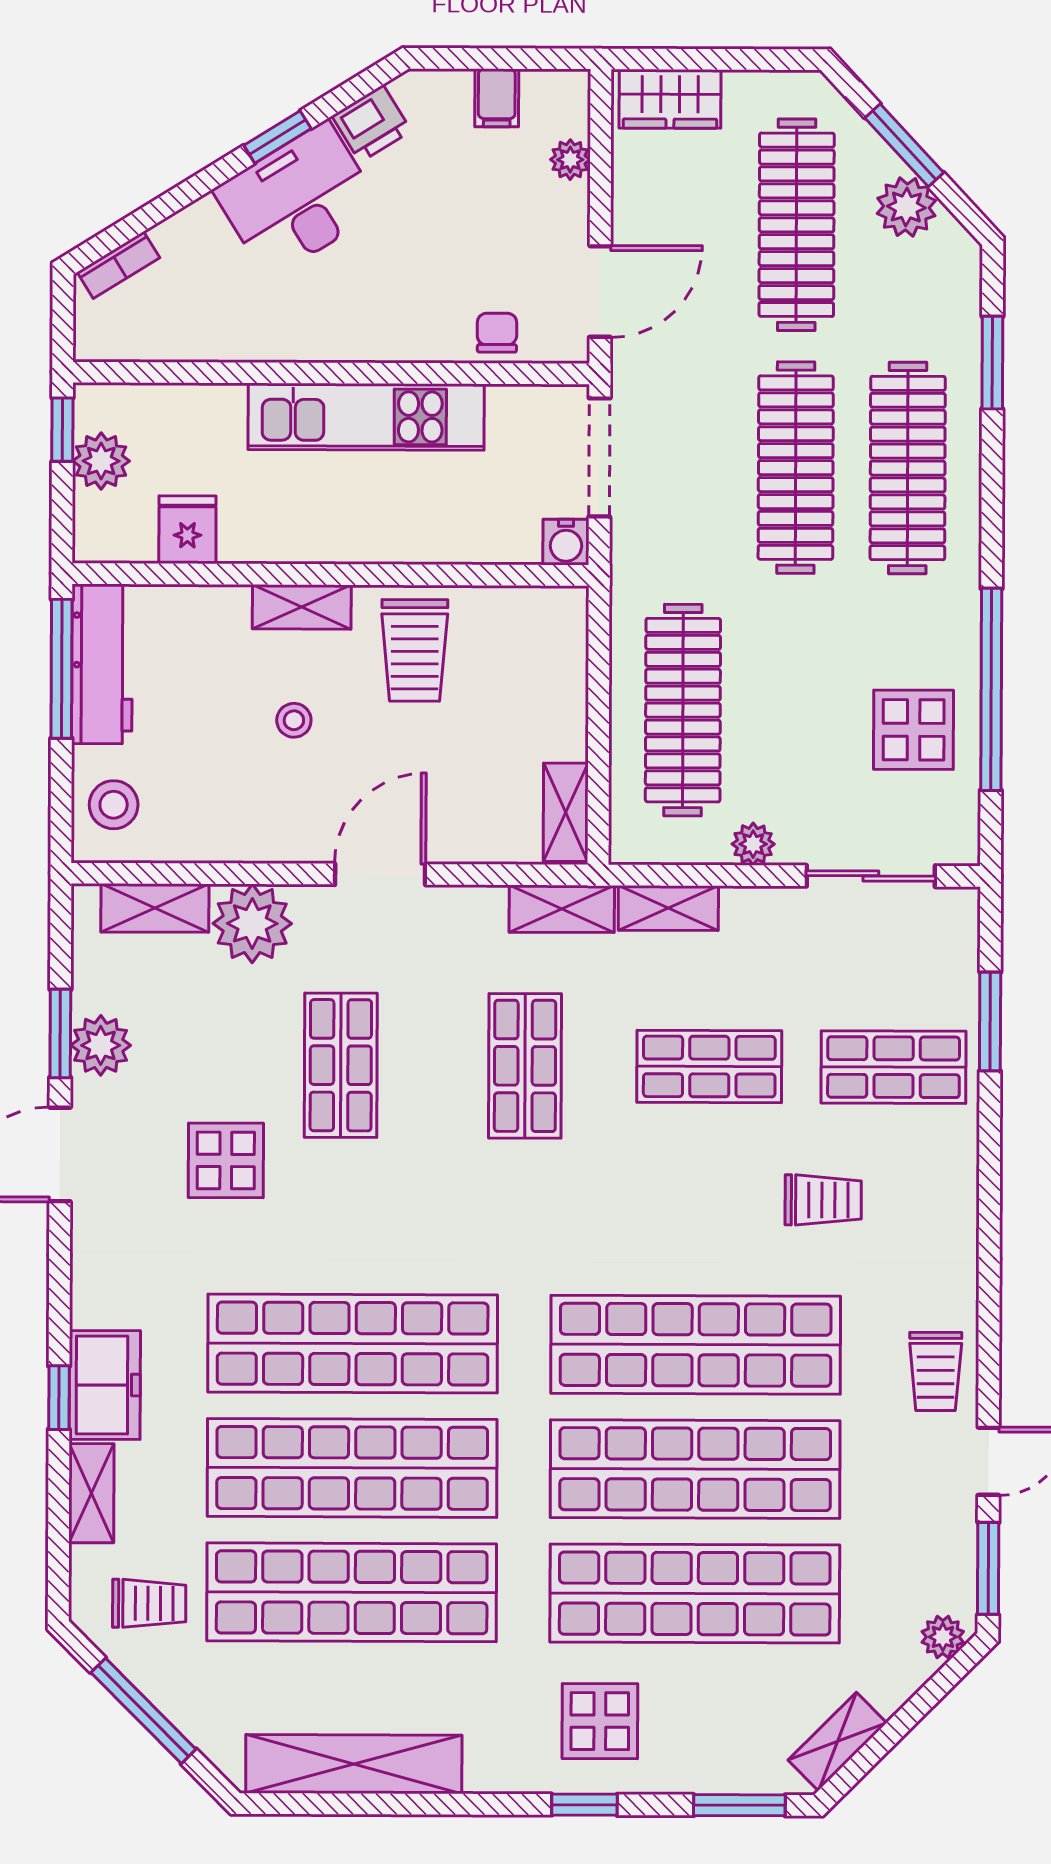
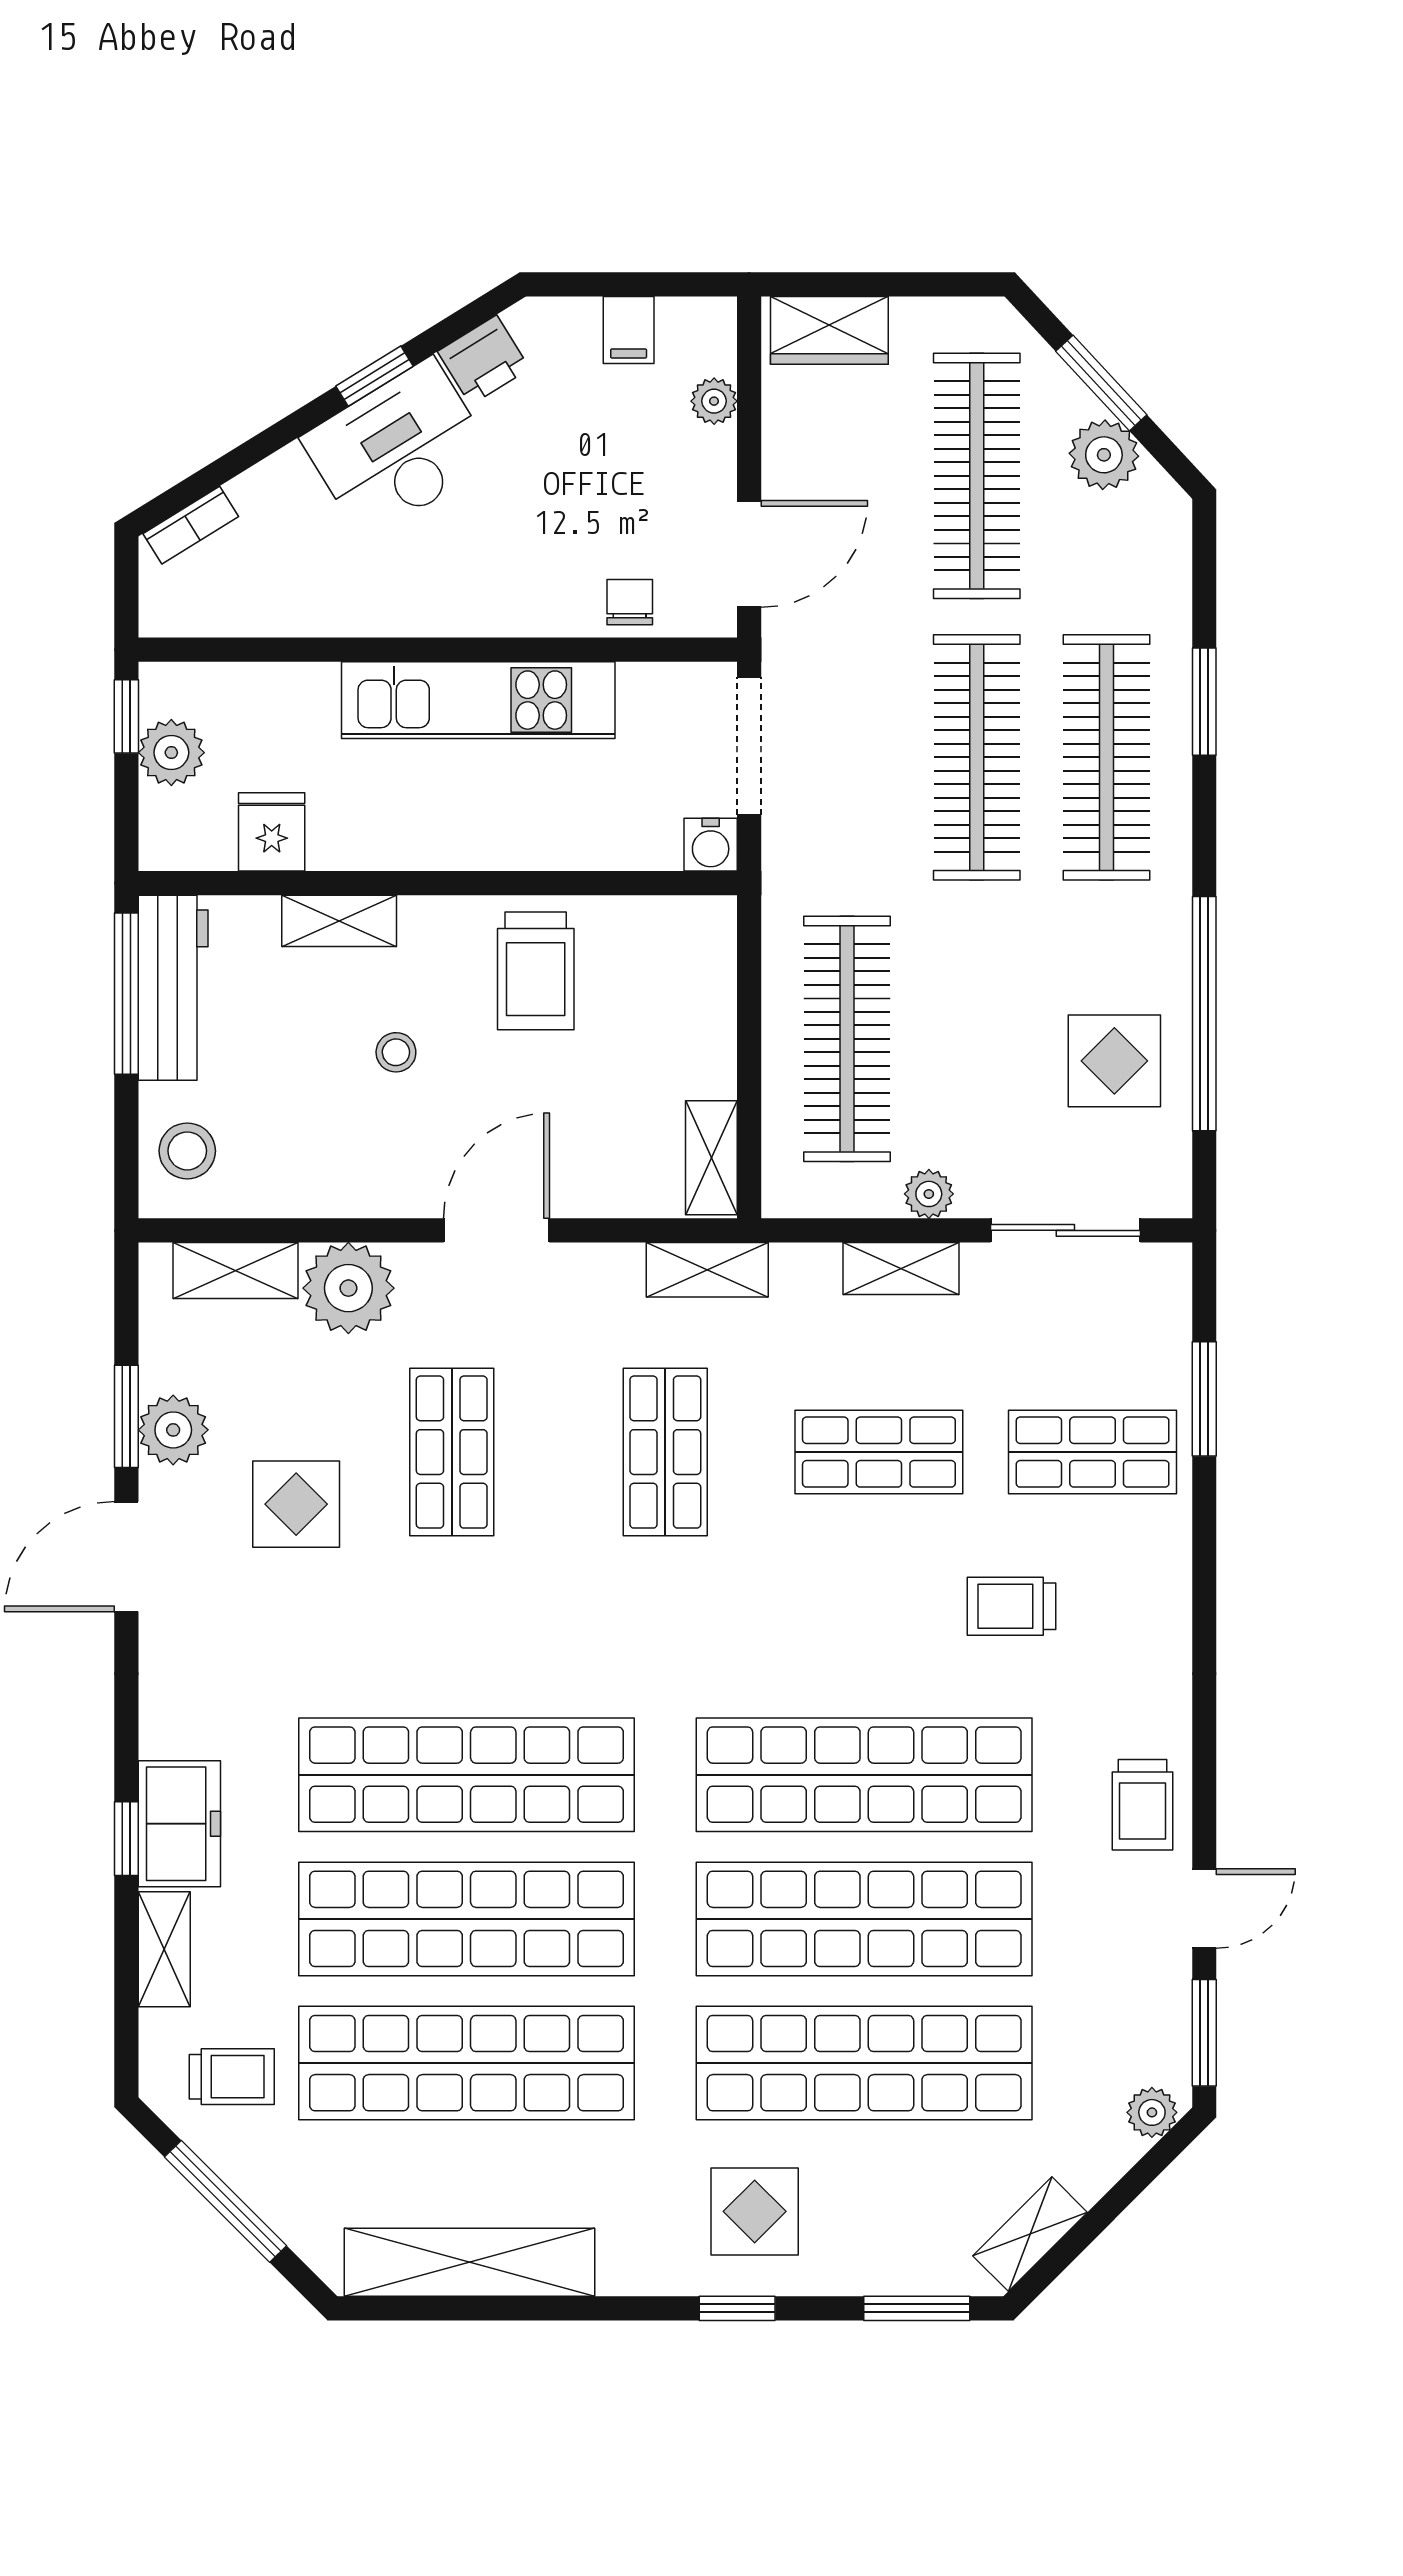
window: (992, 363) -> (1204, 702), moved
shelving: (302, 607) -> (339, 921), moved
shelving: (668, 908) -> (901, 1268), moved
display table: (226, 1160) -> (296, 1504), moved
trolley: (823, 1200) -> (1011, 1606), turned 180

